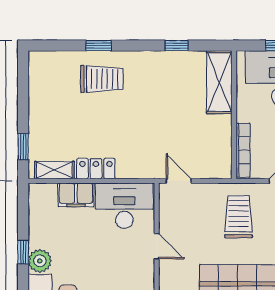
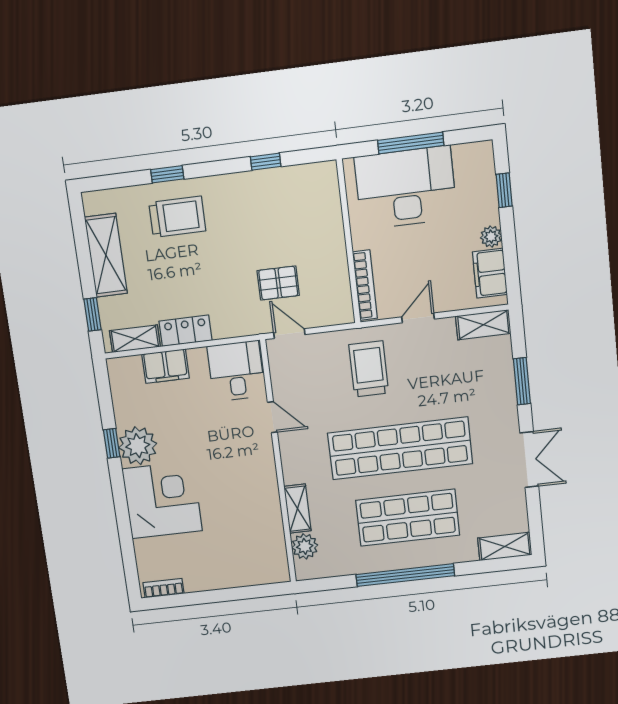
shelving: (219, 82) -> (106, 255), moved
pallet: (175, 140) -> (278, 283), added
desk: (124, 206) -> (236, 371), width x0.73
plant: (40, 261) -> (138, 446), width x1.36, depth x1.36

